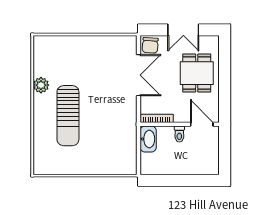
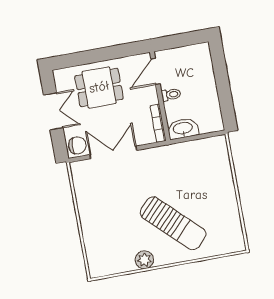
sun lounger: (68, 116) -> (173, 223), turned 44

